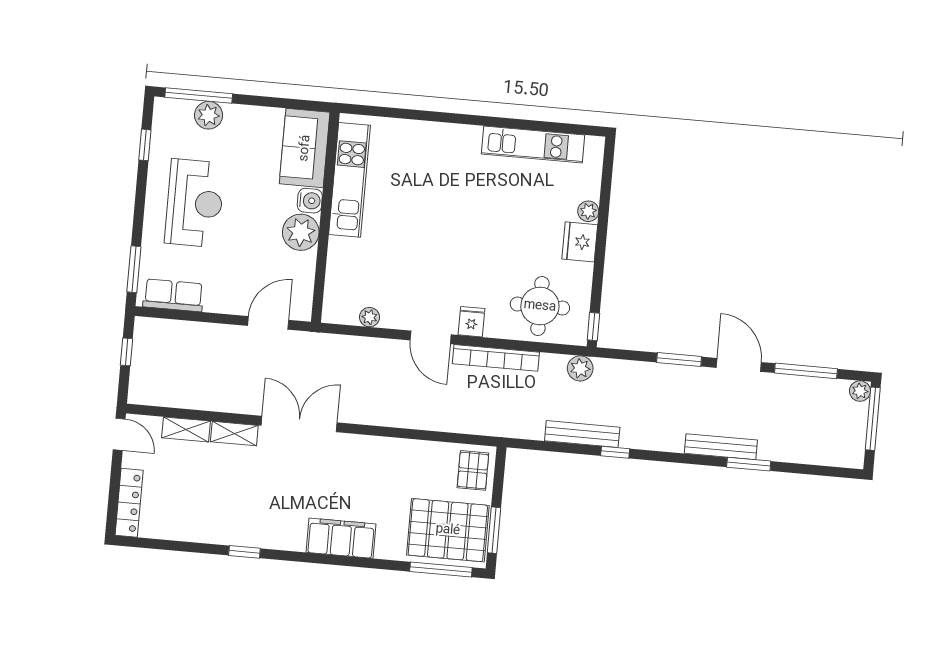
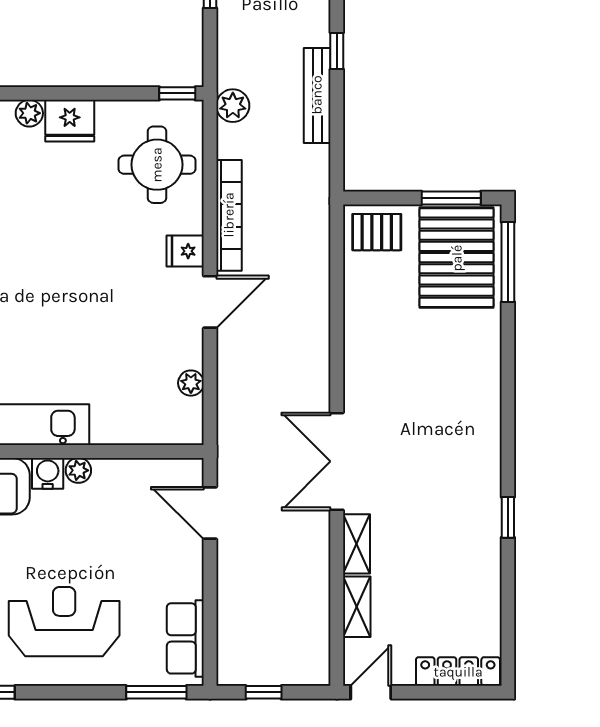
plant: (301, 232) -> (78, 470), width x0.53, depth x0.53
filing cabinet: (341, 538) -> (479, 394), removed

